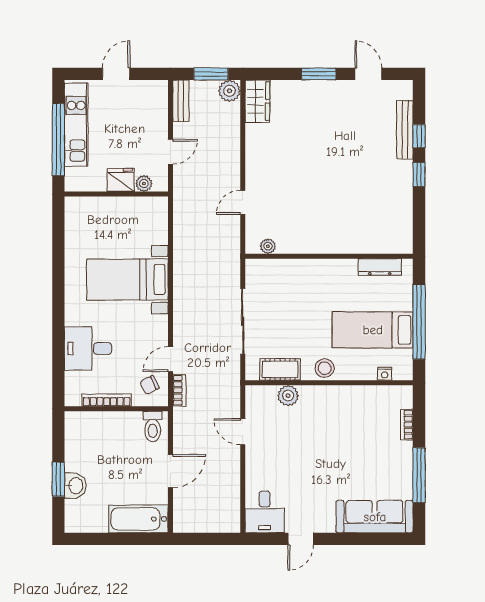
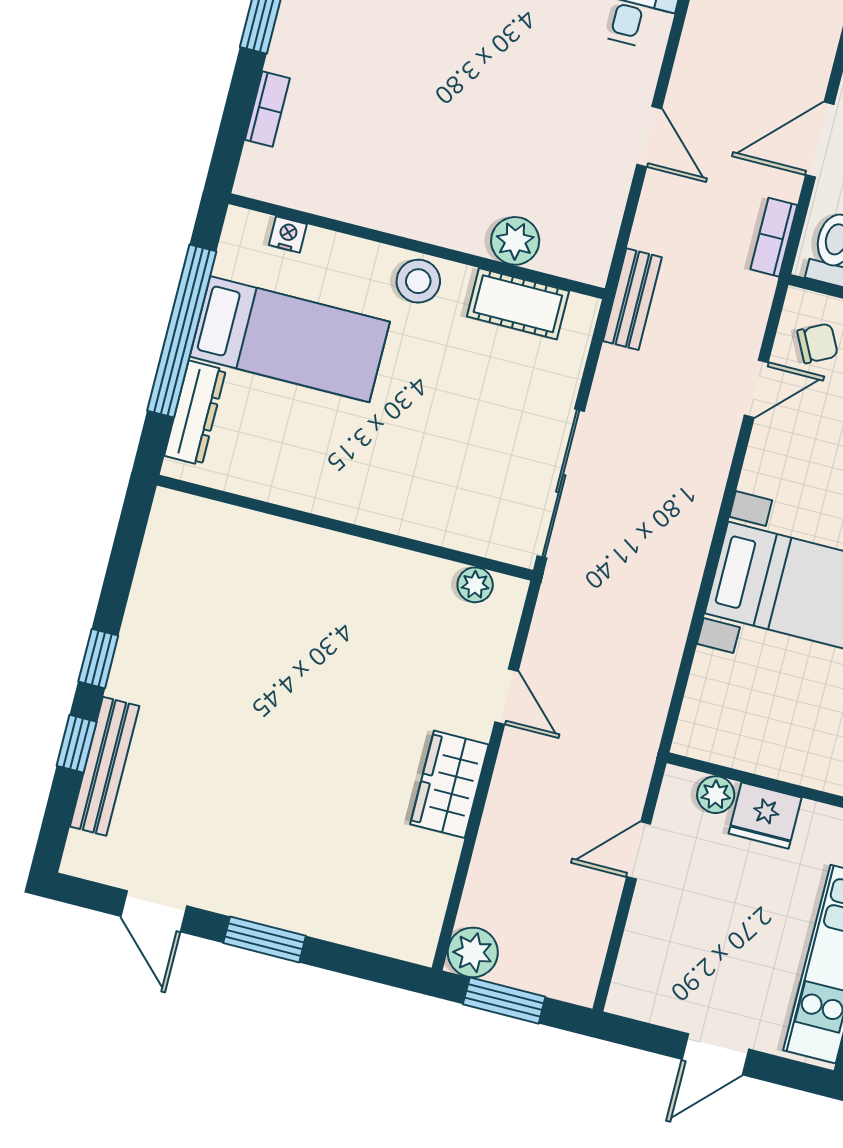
bench: (181, 101) -> (632, 299), moved
wardrobe: (257, 101) -> (449, 784), moved
door: (243, 202) -> (506, 697), hinge flipped
dresser: (380, 267) -> (195, 413), moved, turned 90
sliding door: (243, 321) -> (561, 483), moved
bookcase: (179, 390) -> (774, 237), moved
door: (243, 432) -> (649, 137), moved

